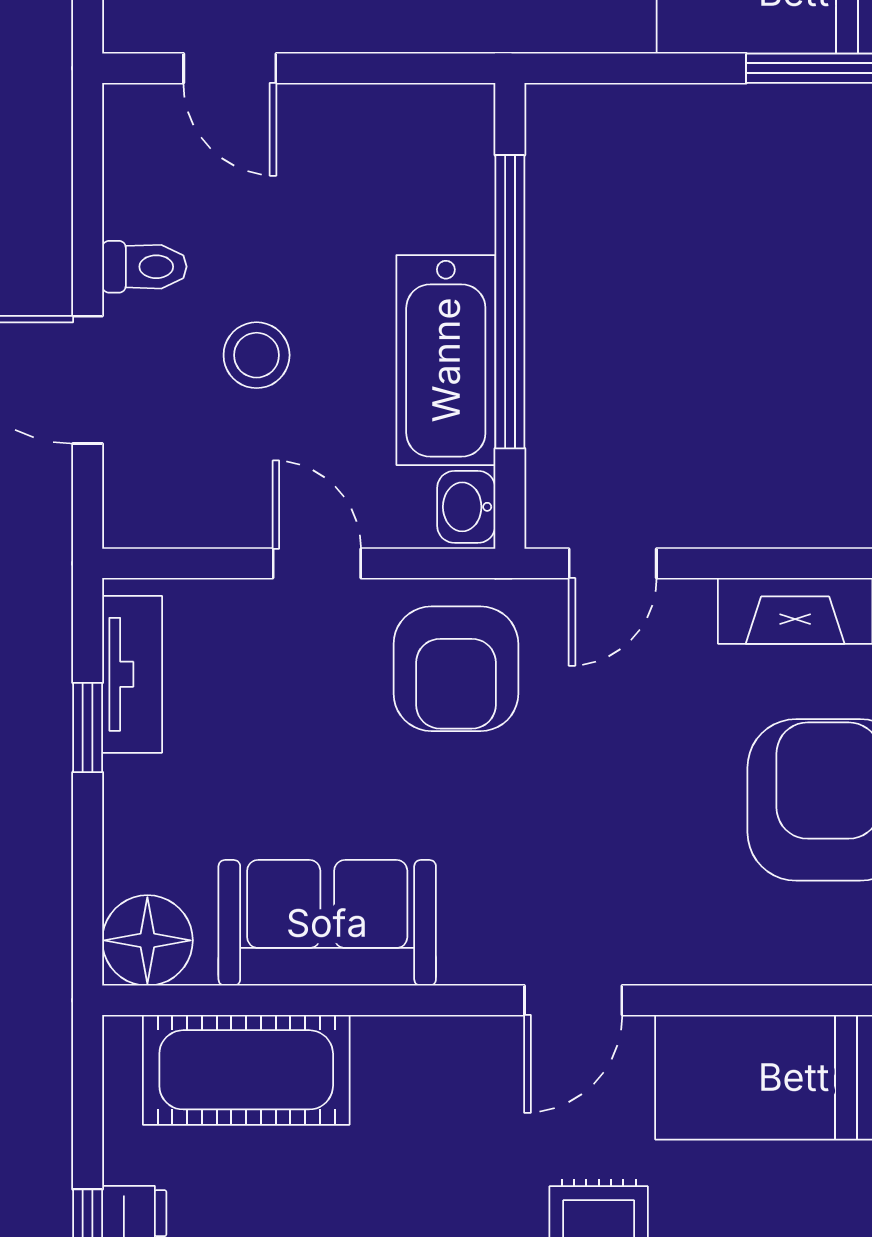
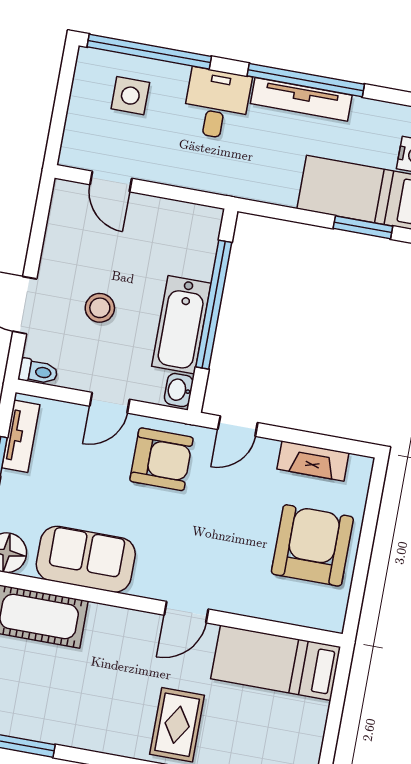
toilet: (144, 267) -> (38, 372), moved
door: (317, 563) -> (110, 403), swing flipped
armchair: (456, 669) -> (162, 459), turned -90

